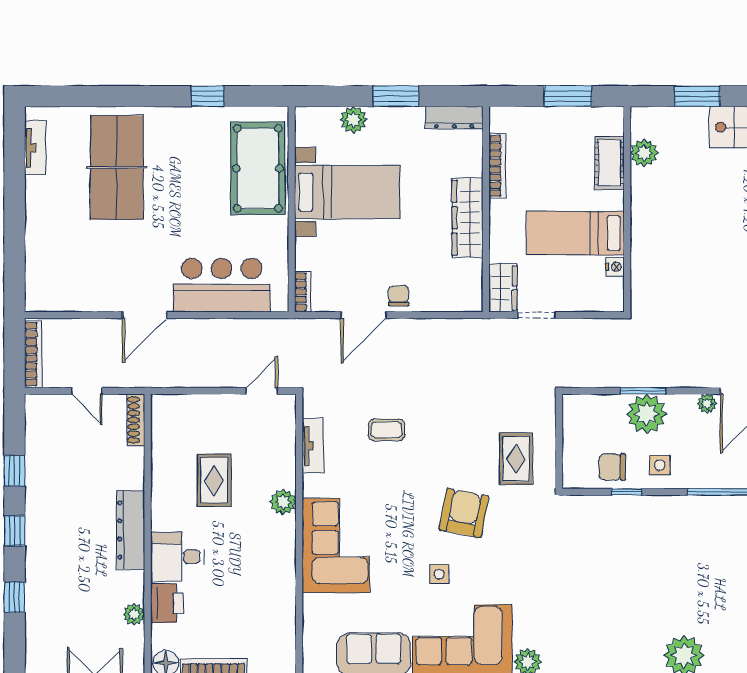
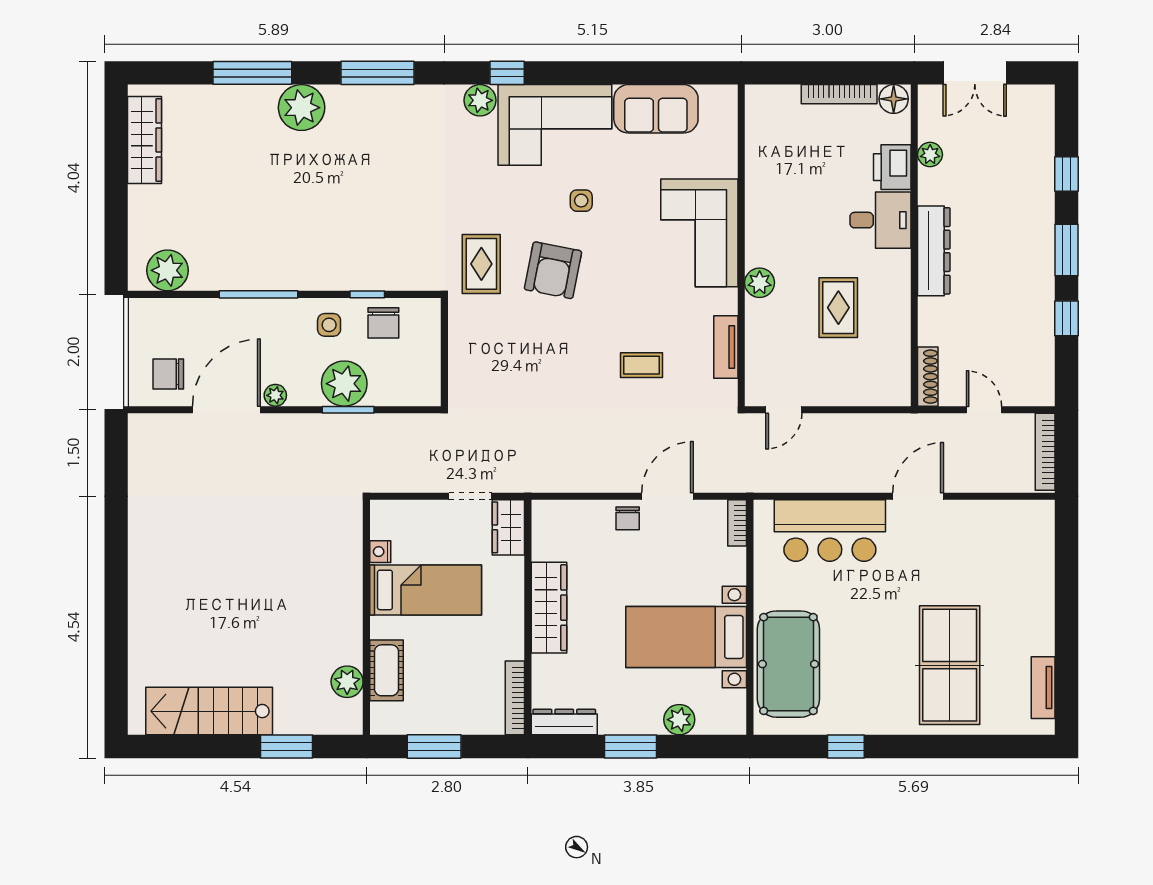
bookcase: (497, 166) -> (515, 698), moved
rug: (516, 459) -> (481, 264), moved
chair: (612, 467) -> (383, 323), turned 90
window: (14, 531) -> (1067, 250), width x1.50

